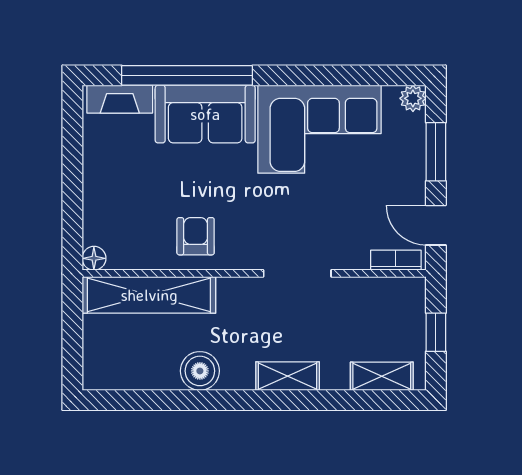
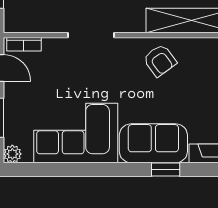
window: (187, 75) -> (166, 170), width x0.32
armchair: (196, 236) -> (160, 60), turned -36

